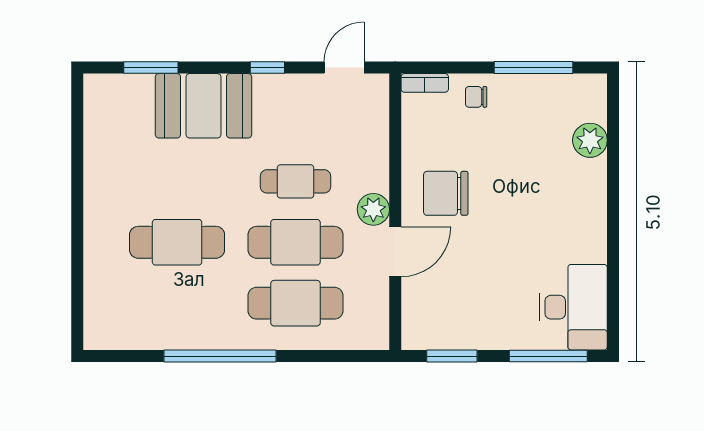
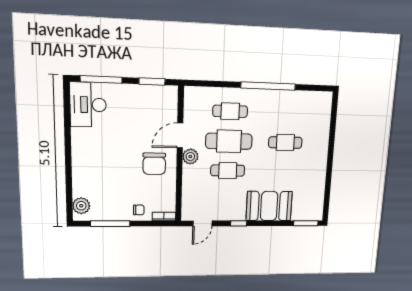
window: (151, 68) -> (306, 223), moved
plant: (590, 140) -> (81, 206), moved
chair: (446, 193) -> (154, 164), turned 90
cafe table: (177, 242) -> (285, 143), width x0.73, depth x0.74
cafe table: (295, 303) -> (230, 111), width x0.73, depth x0.74

